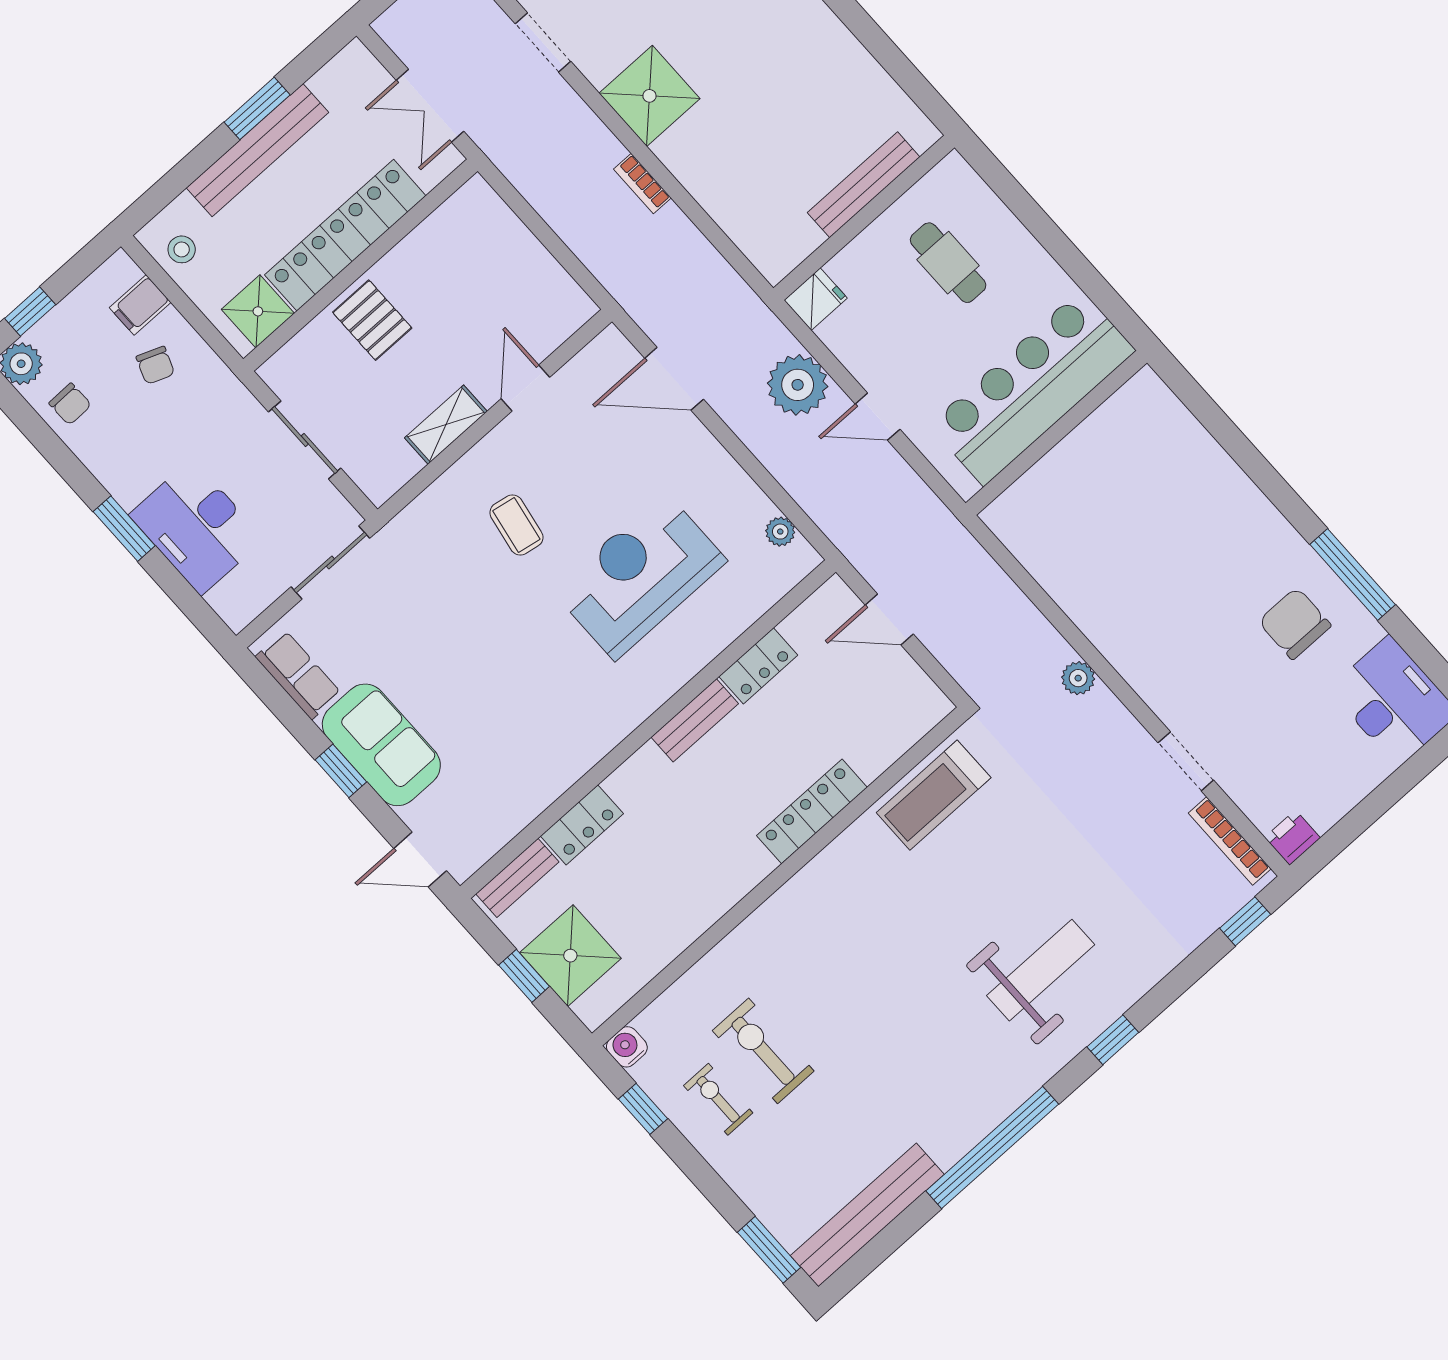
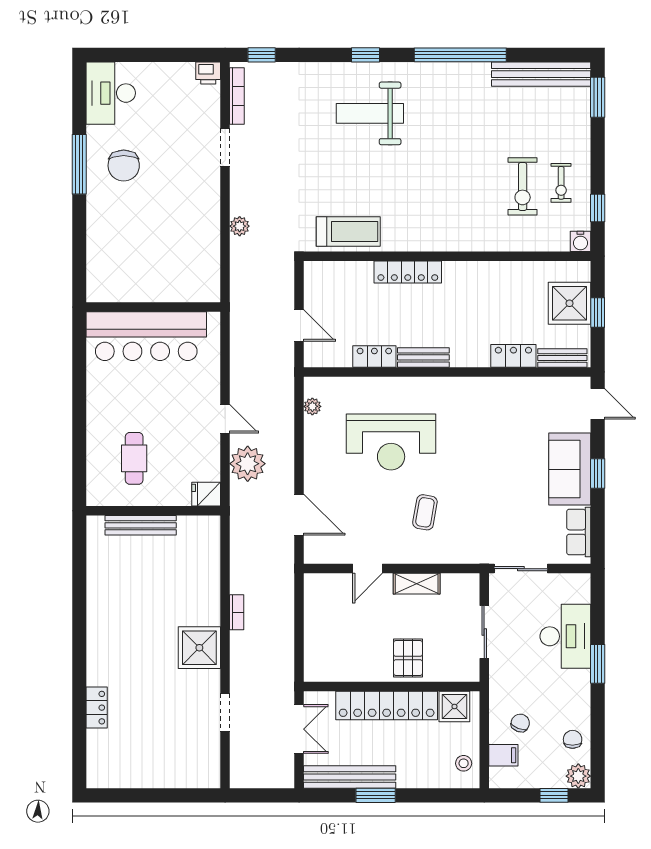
bench: (257, 150) -> (350, 777), moved
bar counter: (1032, 388) -> (146, 336), moved
wall: (1056, 433) -> (153, 307), moved

